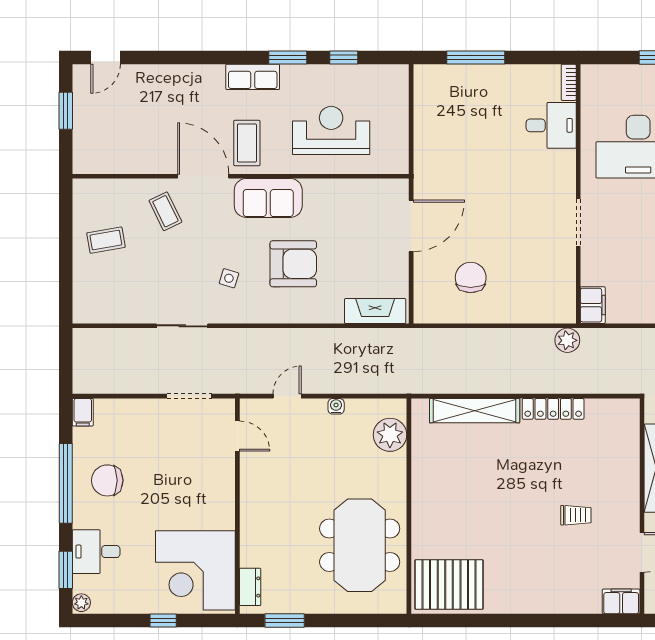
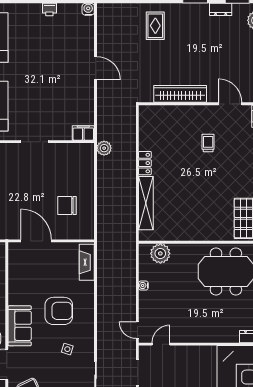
armchair: (293, 264) -> (59, 311), turned 90
door: (287, 396) -> (137, 330), moved
locker: (553, 409) -> (145, 163), width x0.66

